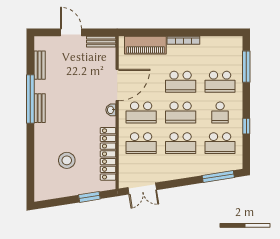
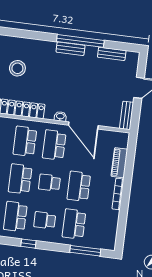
piano: (145, 45) -> (119, 163), width x0.73, depth x0.75
school desk: (181, 112) -> (49, 183), width x0.54

